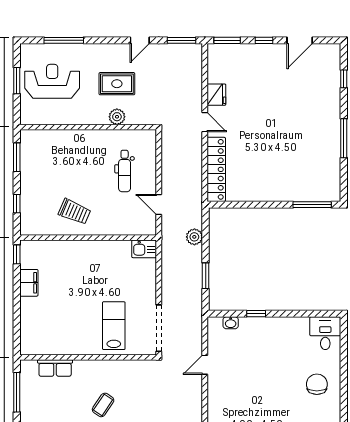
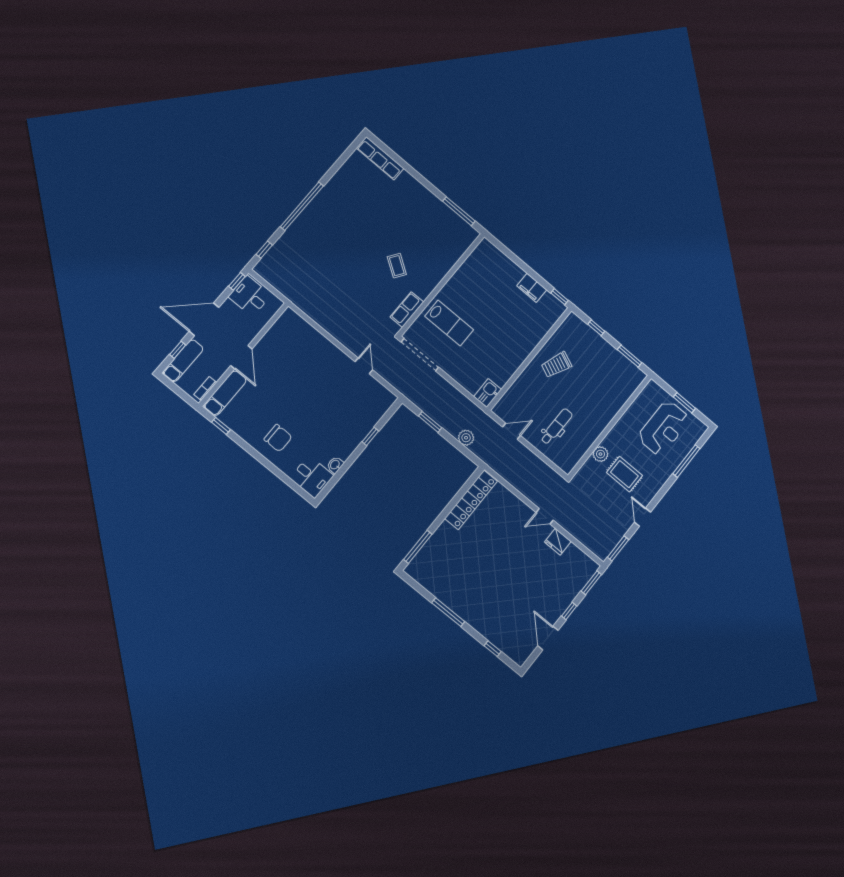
rug: (117, 84) -> (624, 474), turned 90
locker: (216, 169) -> (471, 500), moved, turned -90
dental chair: (125, 171) -> (557, 427), turned 90
washbasin: (231, 323) -> (335, 465), moved
row of seats: (55, 368) -> (407, 310), moved

